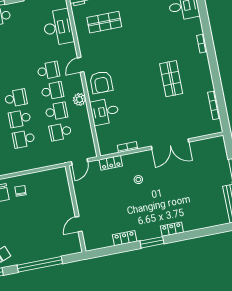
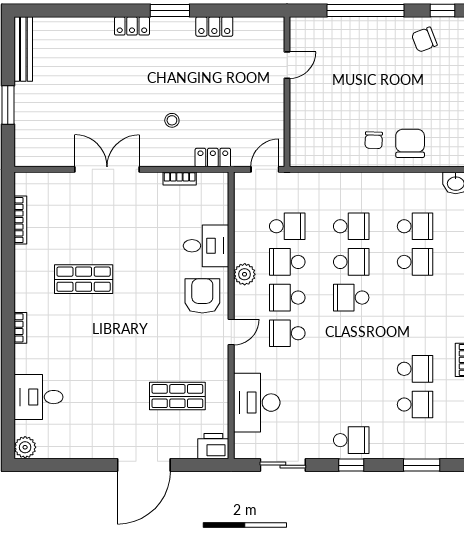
shop shelf: (171, 79) -> (84, 279), turned 90

